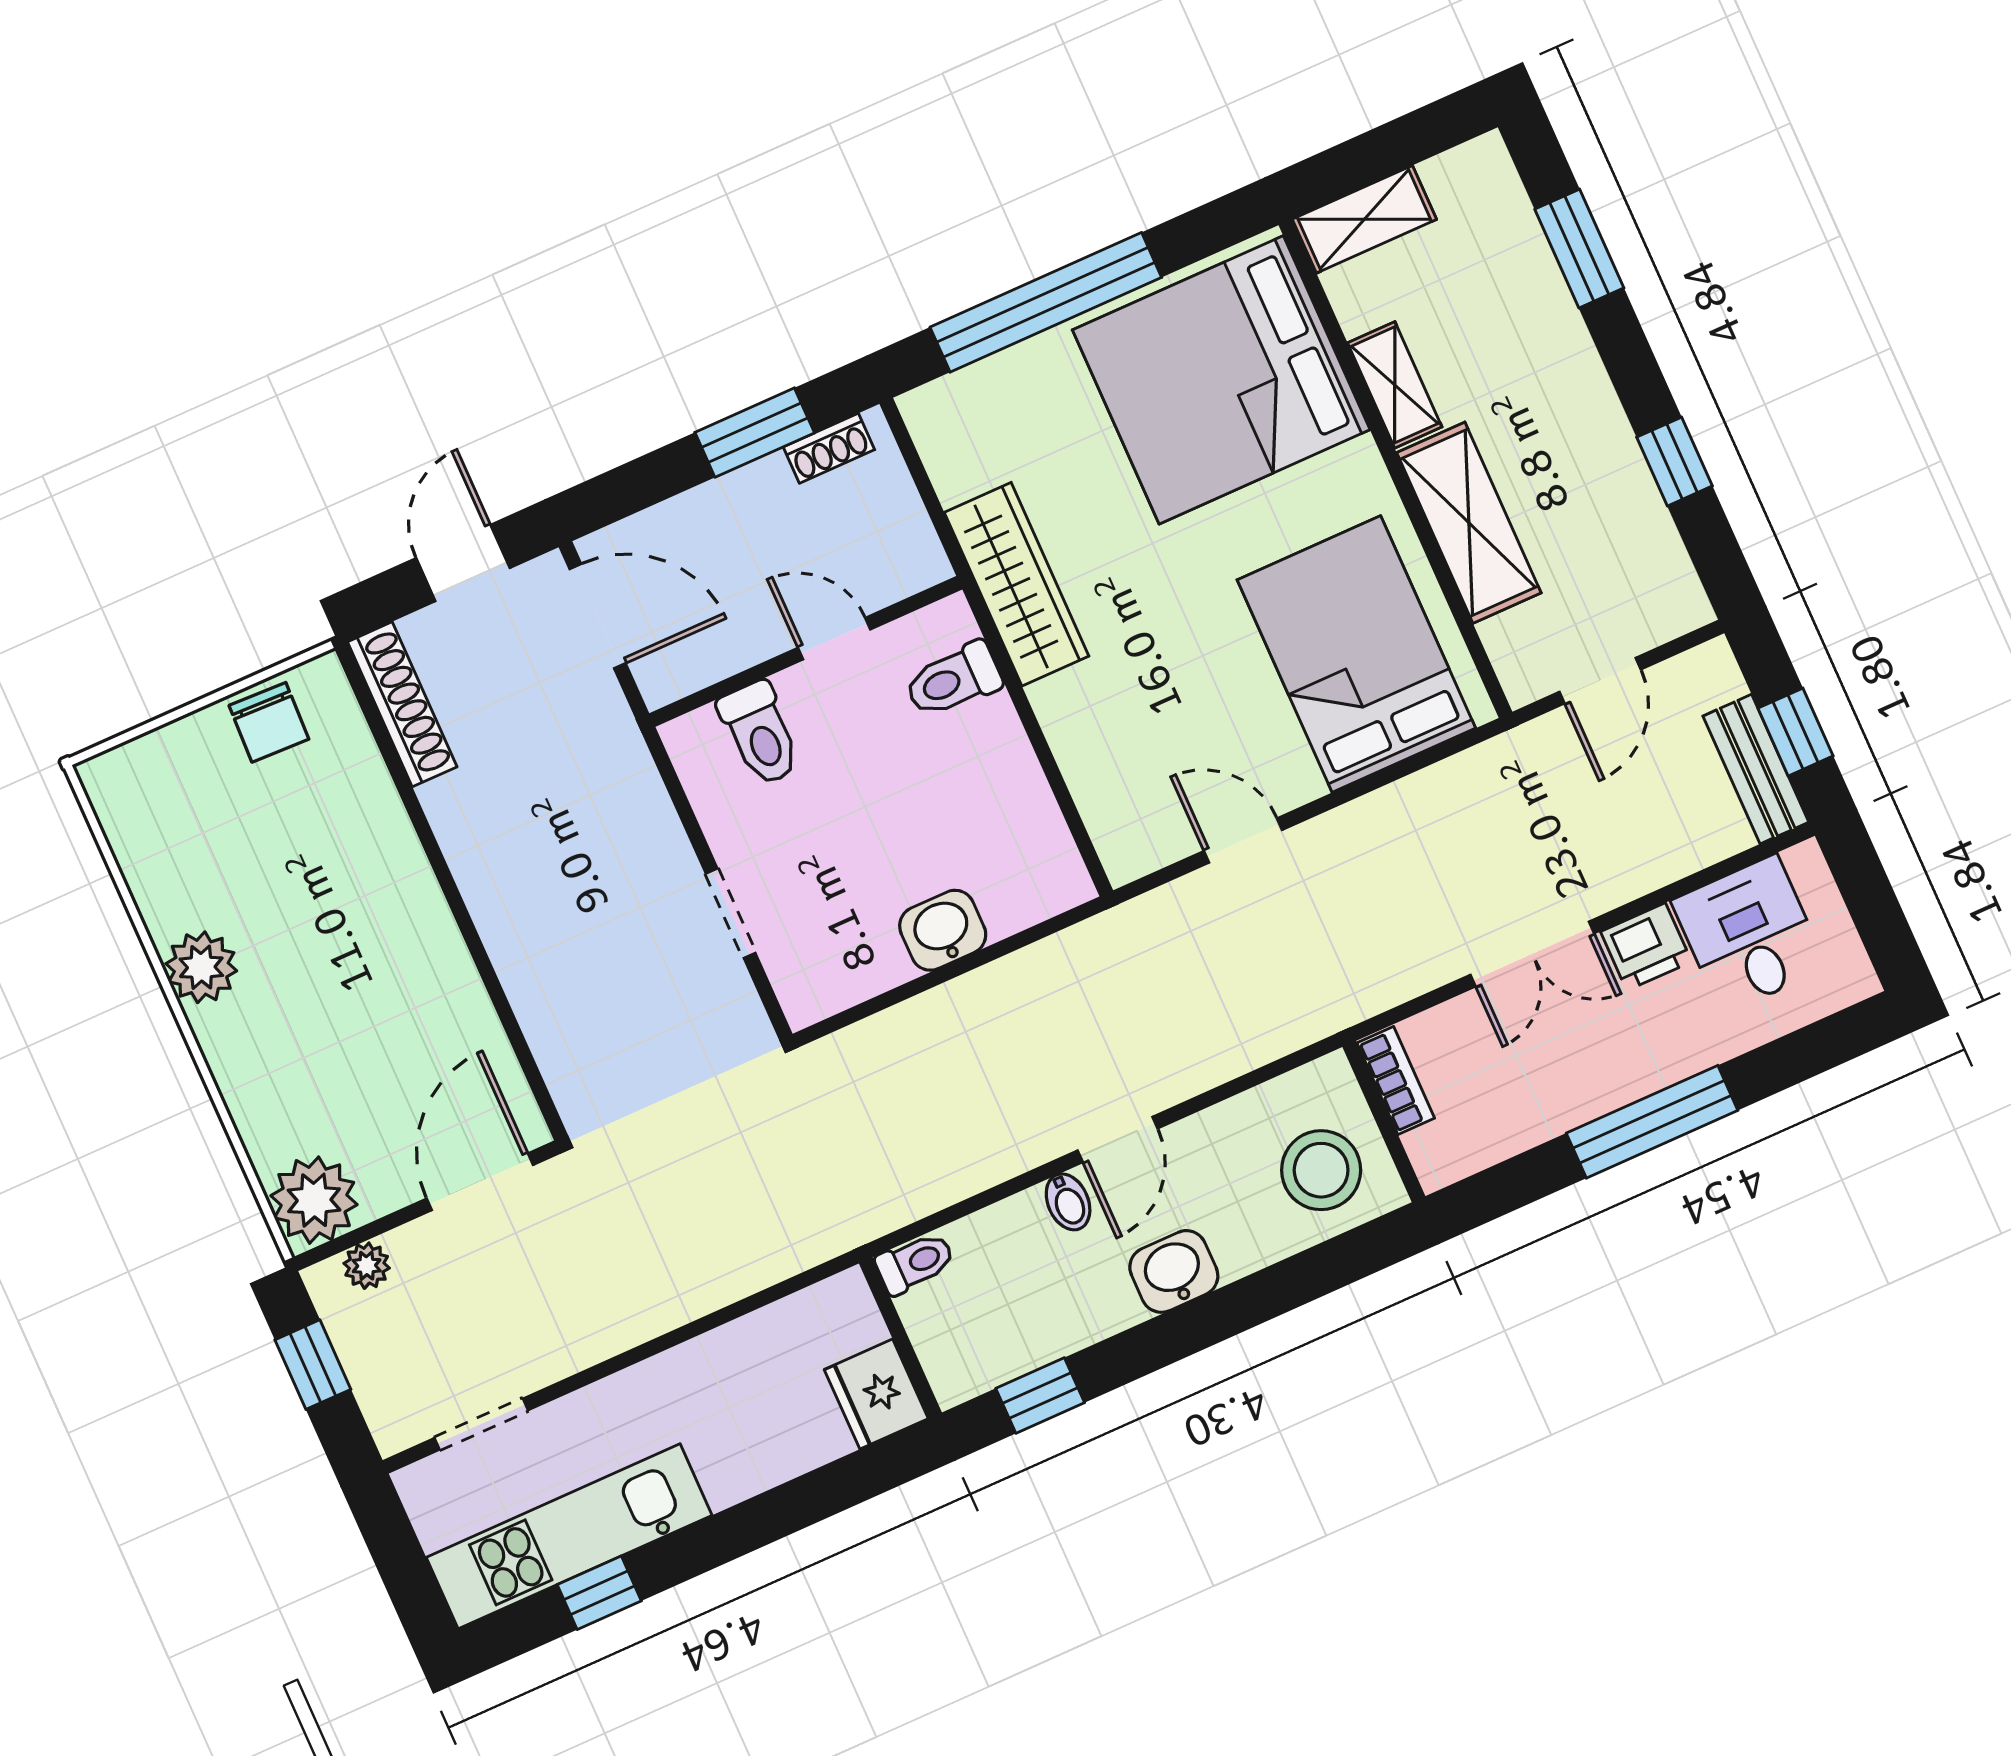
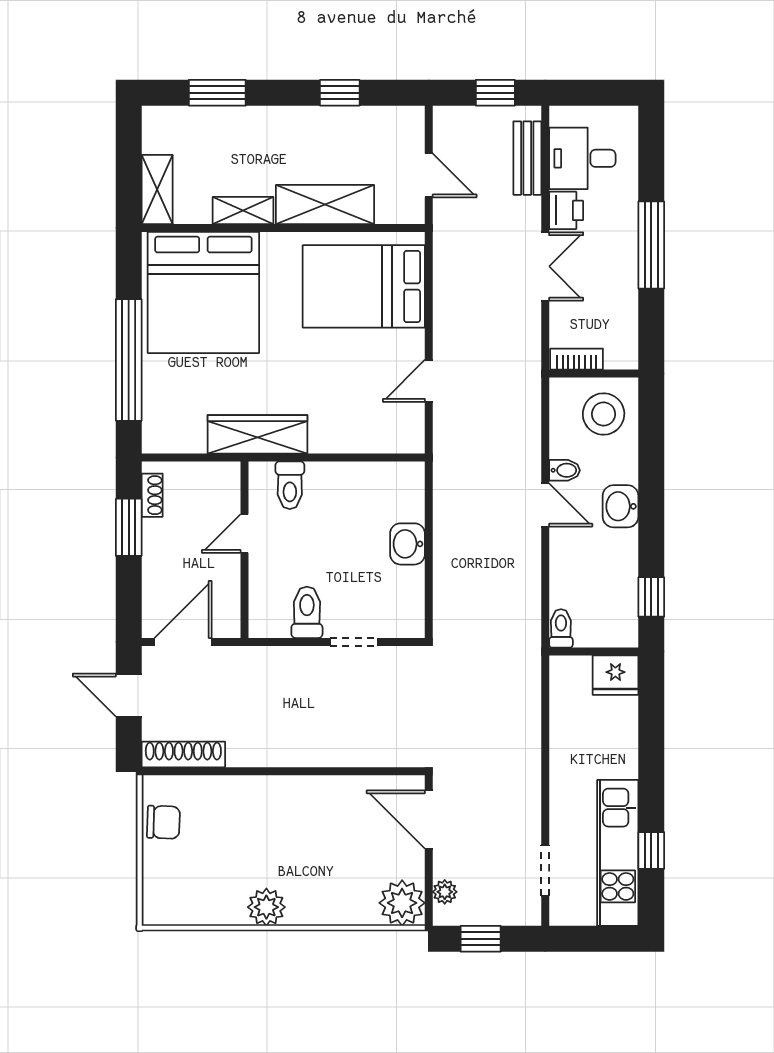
toilet: (760, 734) -> (307, 612), moved, turned -90
bench: (1756, 769) -> (527, 158), moved, turned 90
bidet: (1068, 1202) -> (564, 470), moved

